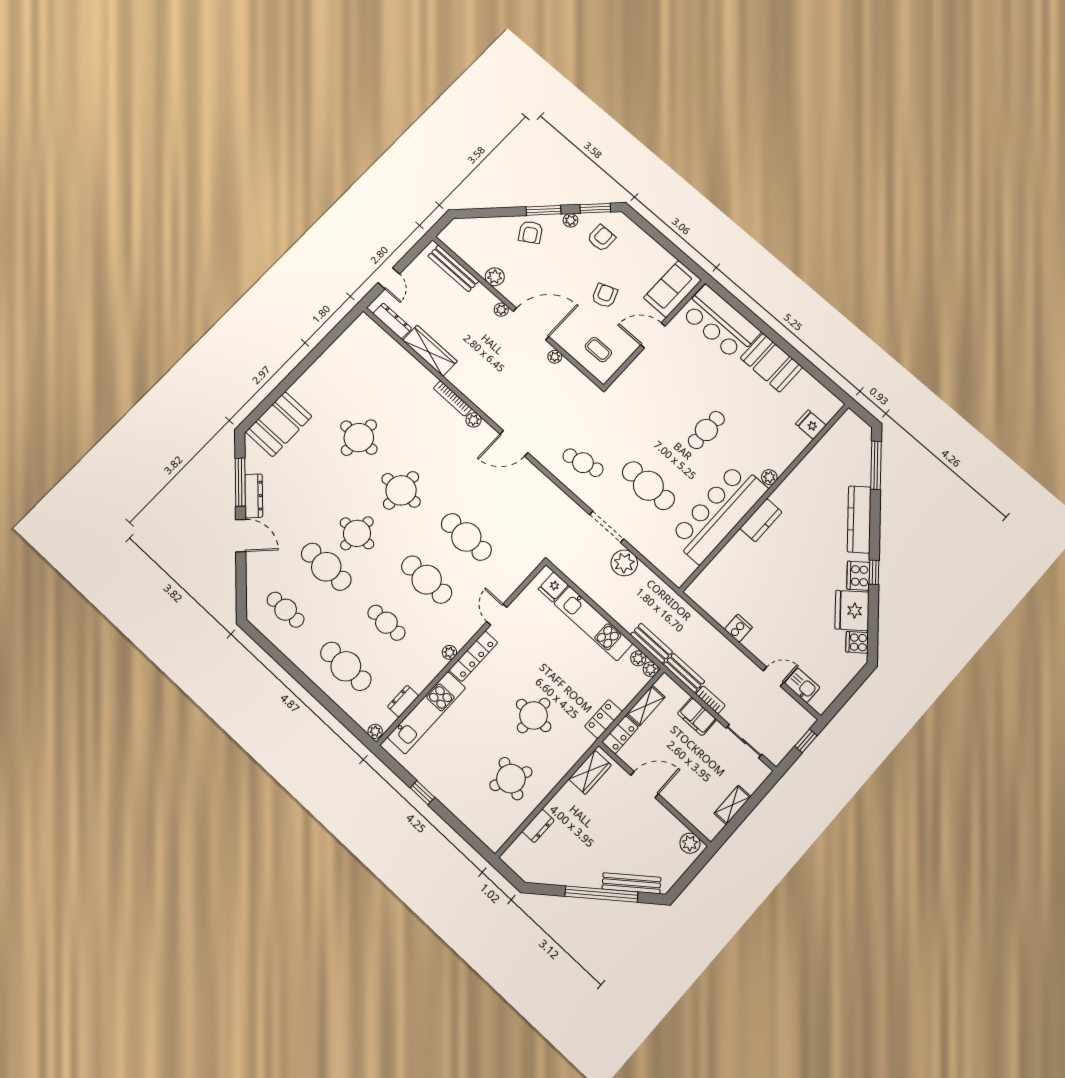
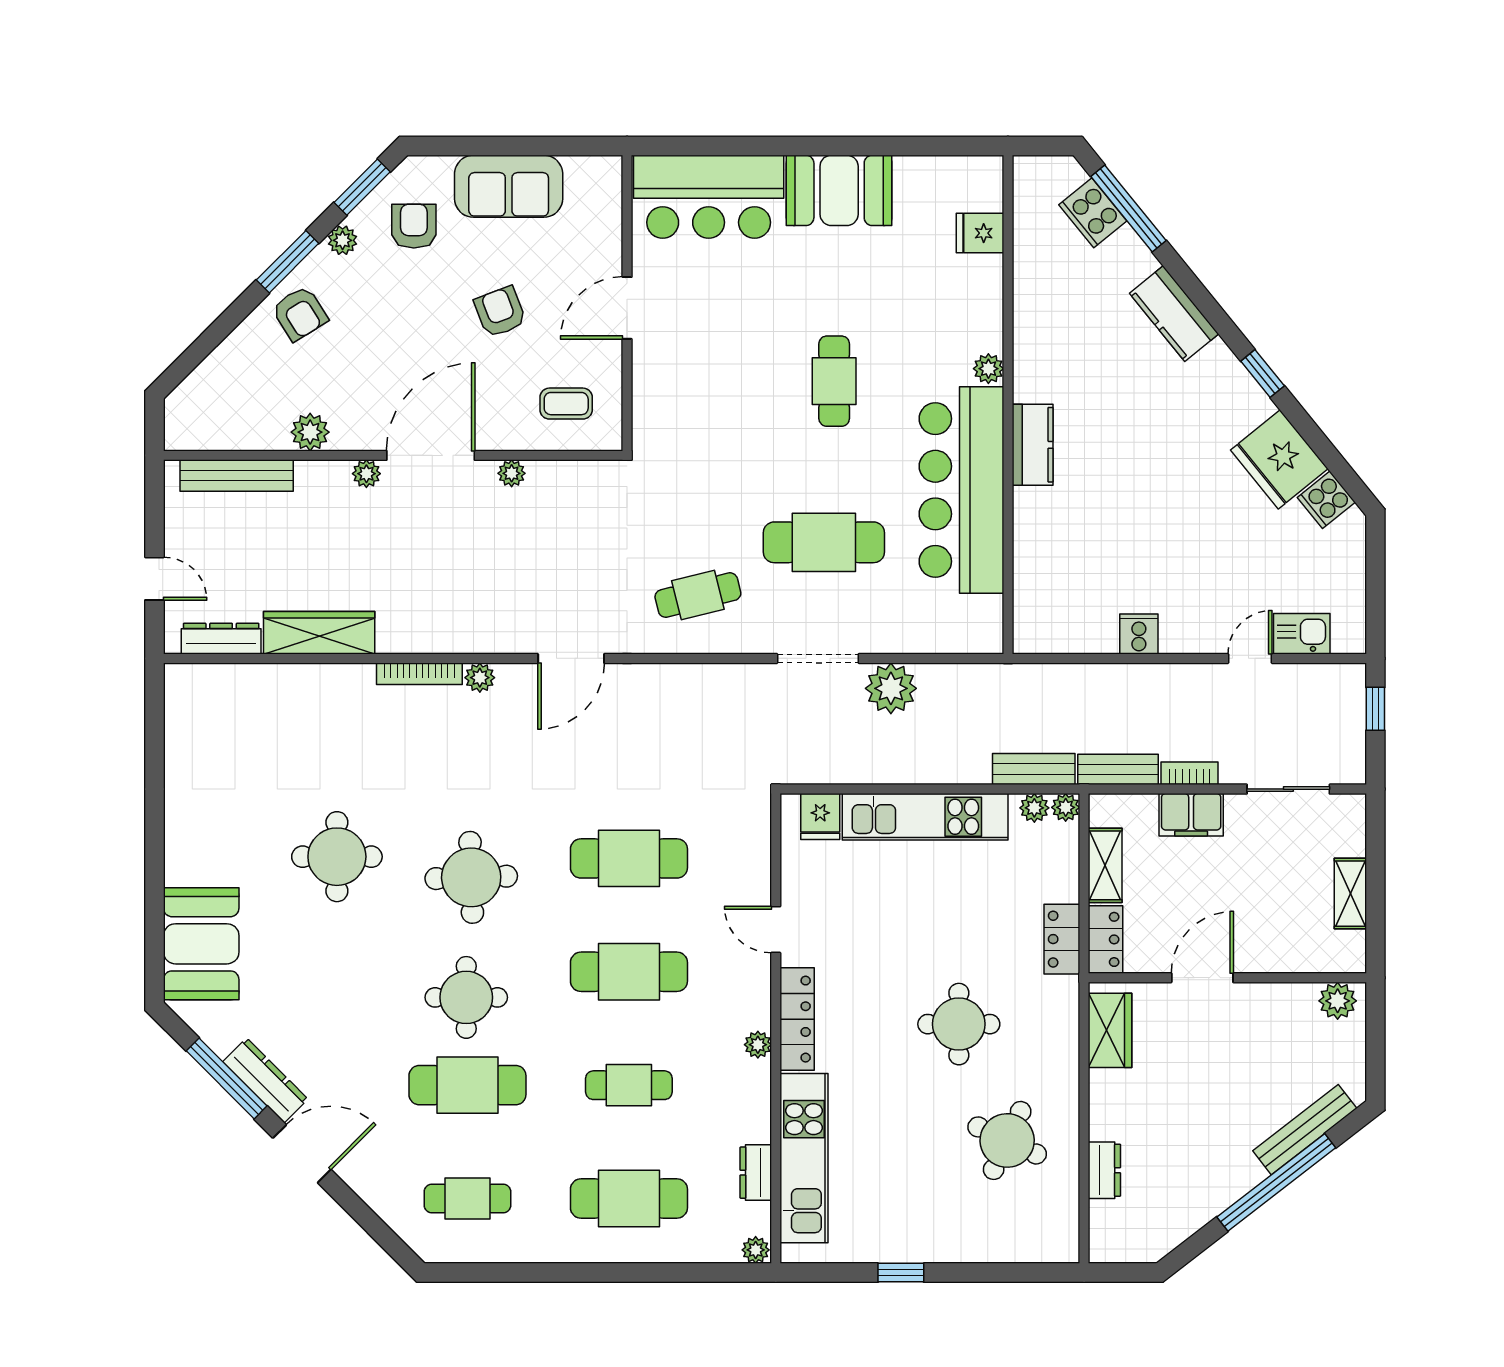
sofa: (672, 289) -> (509, 186), moved, turned -90
kitchen counter: (859, 519) -> (1174, 314), width x0.67
cooker: (858, 576) -> (1093, 213), moved

